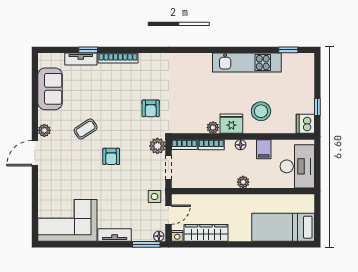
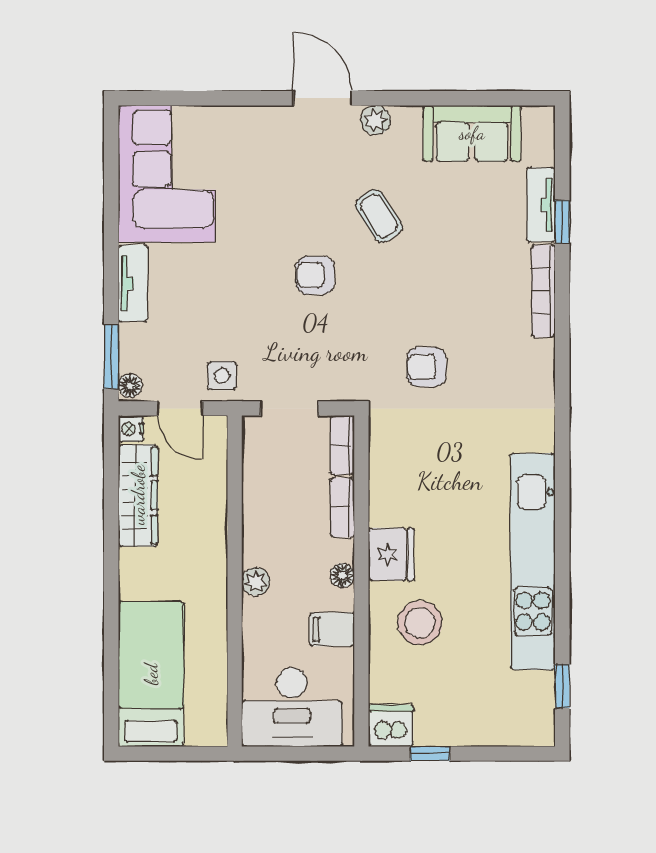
kitchen unit: (247, 63) -> (533, 561), width x1.36
plant: (213, 127) -> (382, 511), removed
plant: (157, 146) -> (339, 383), removed

